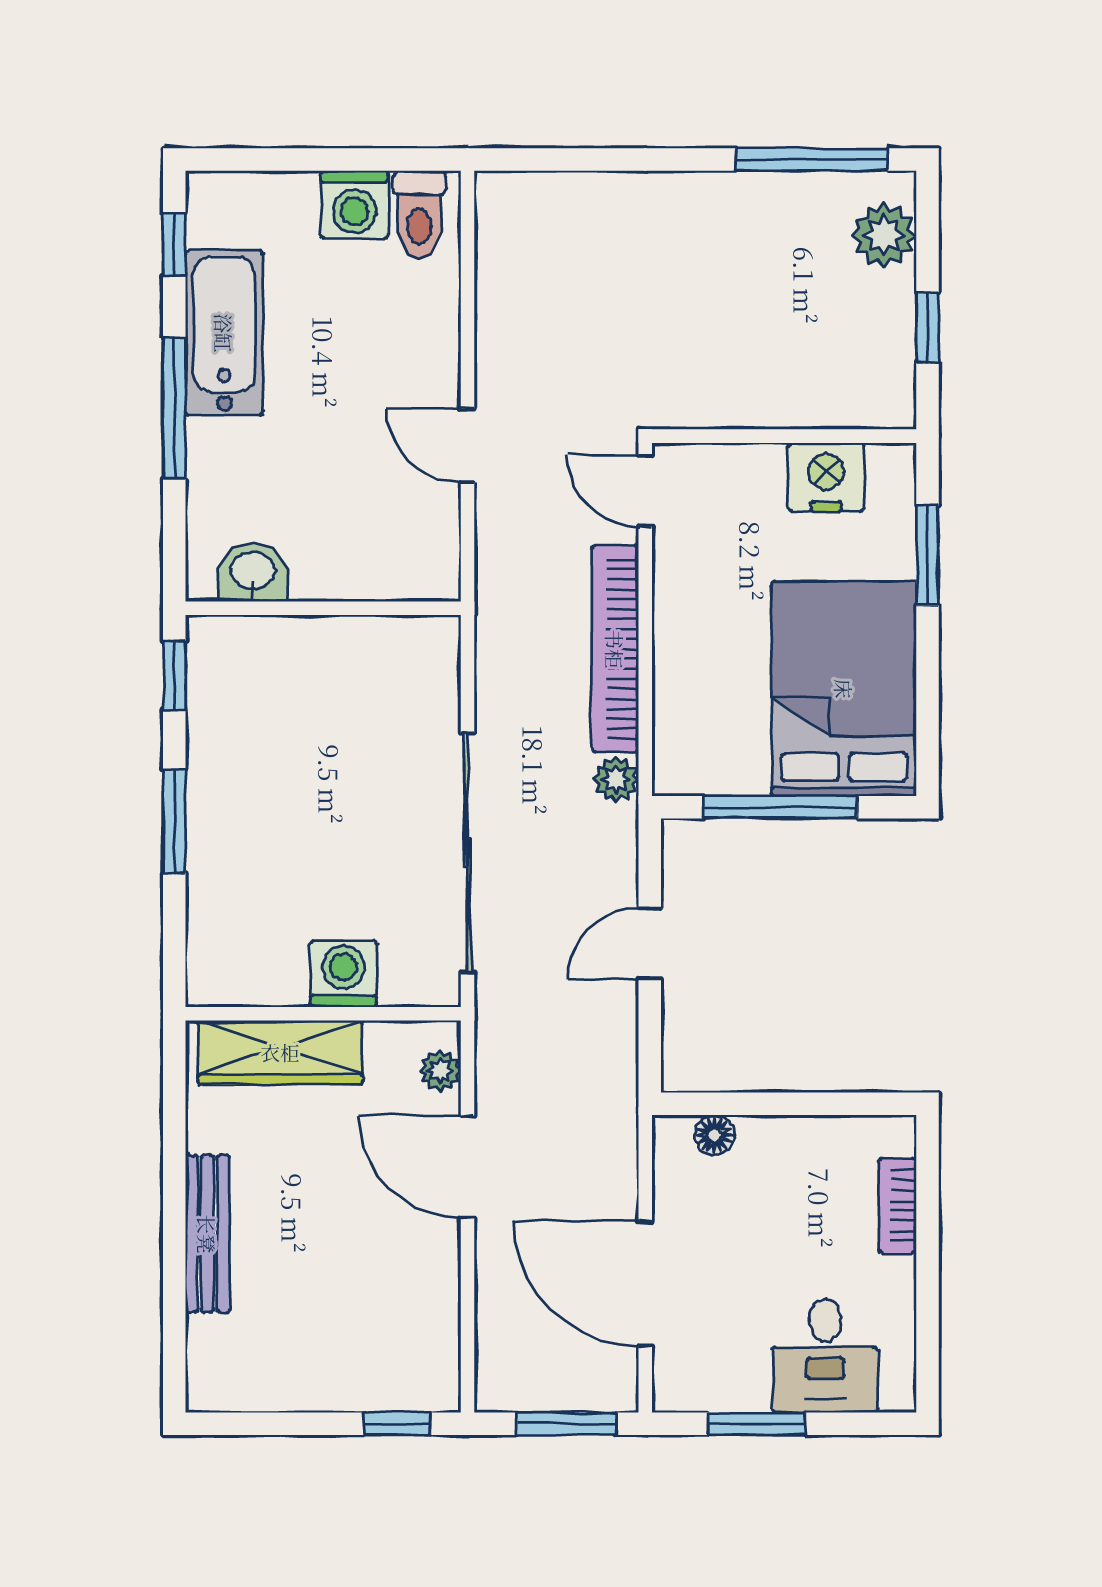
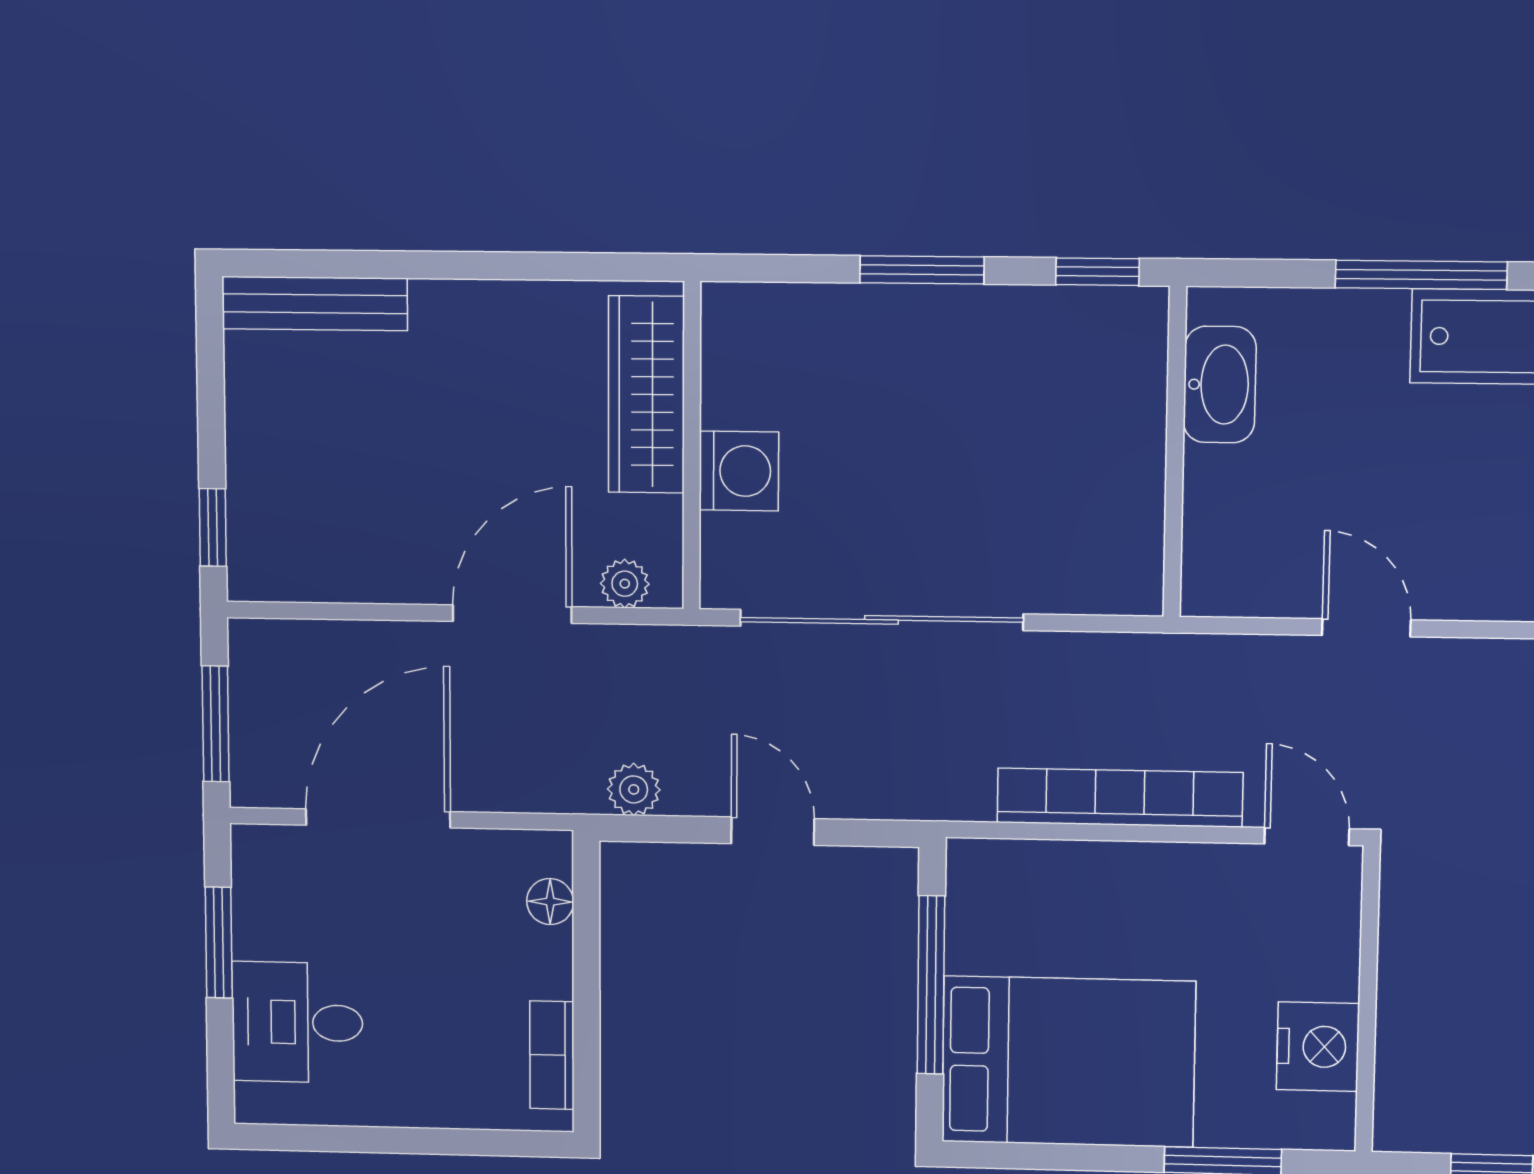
door: (468, 445) -> (1366, 628), hinge flipped
door: (645, 491) -> (1307, 836), hinge flipped
washbasin: (253, 572) -> (1220, 385), width x1.38
plant: (616, 779) -> (634, 789), moved
bookcase: (897, 1206) -> (552, 1055), moved, turned -90
bench: (207, 1234) -> (315, 304), moved

